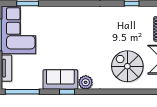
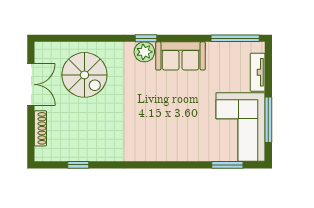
window: (67, 92) -> (146, 38), moved

